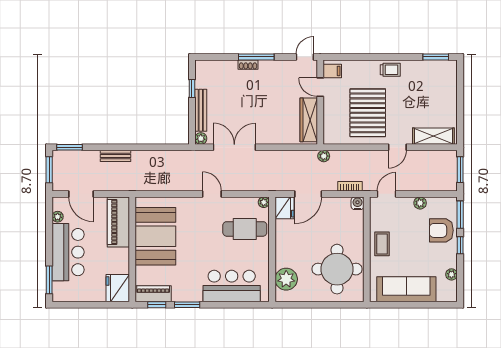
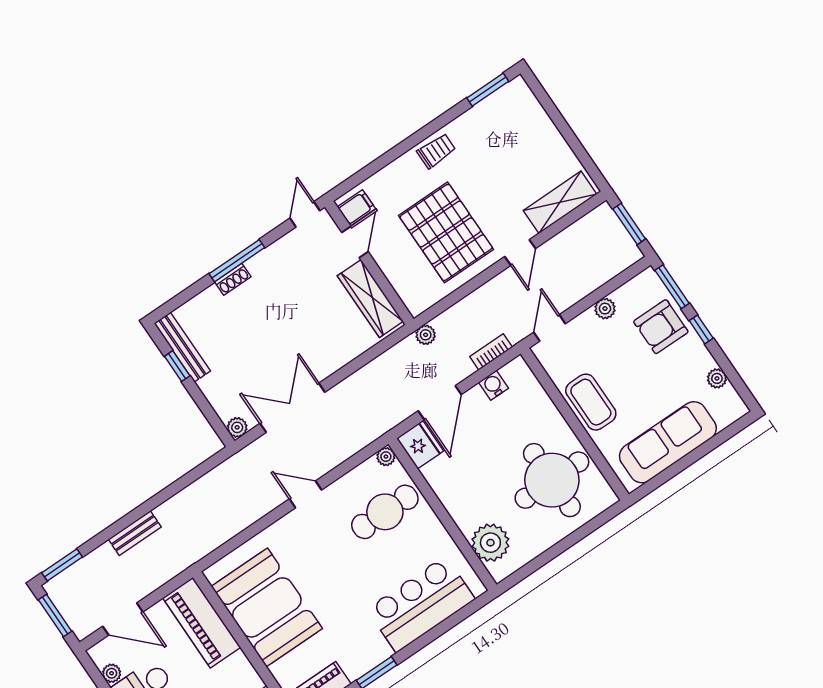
door: (320, 87) -> (355, 242), swing flipped
bench: (201, 110) -> (182, 347), moved
water cooler: (357, 203) -> (493, 385), moved
coffee table: (382, 244) -> (591, 402), width x1.36, depth x1.30

